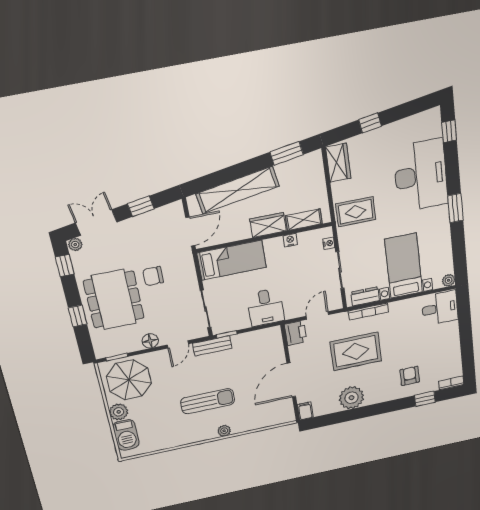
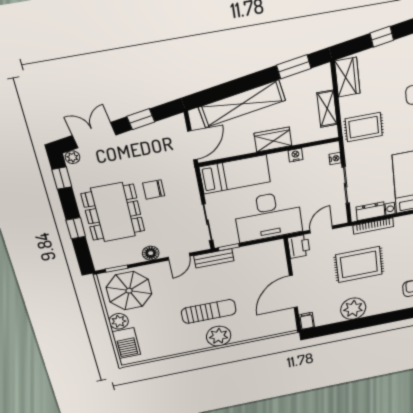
shelving: (304, 220) -> (327, 109), moved, turned 90
desk: (266, 307) -> (268, 216), width x1.87, depth x1.30
plant: (224, 431) -> (219, 336), width x1.87, depth x1.87

